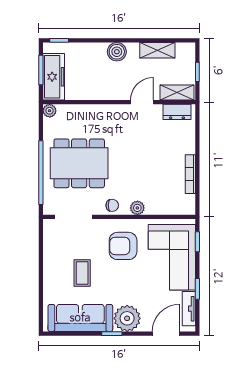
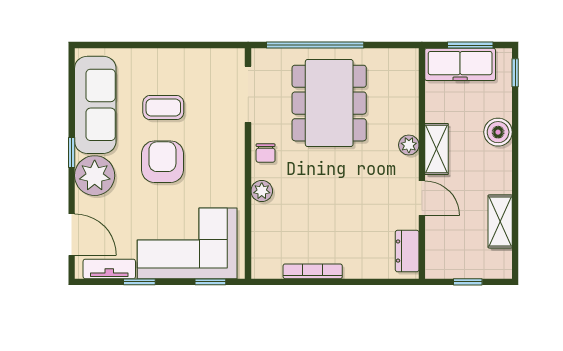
boiler: (117, 52) -> (498, 132), moved
shelving: (177, 92) -> (436, 149), moved
plant: (50, 111) -> (409, 145), moved
armchair: (123, 246) -> (162, 162), moved

